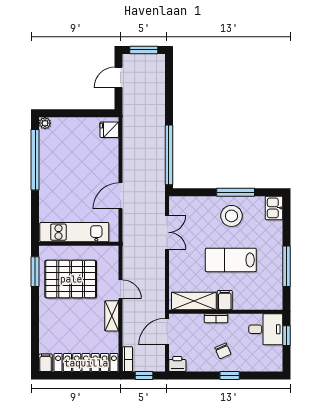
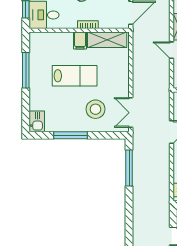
window: (169, 155) -> (129, 168), width x0.68
stool: (231, 216) -> (96, 109), moved
double door: (167, 232) -> (131, 113), moved

